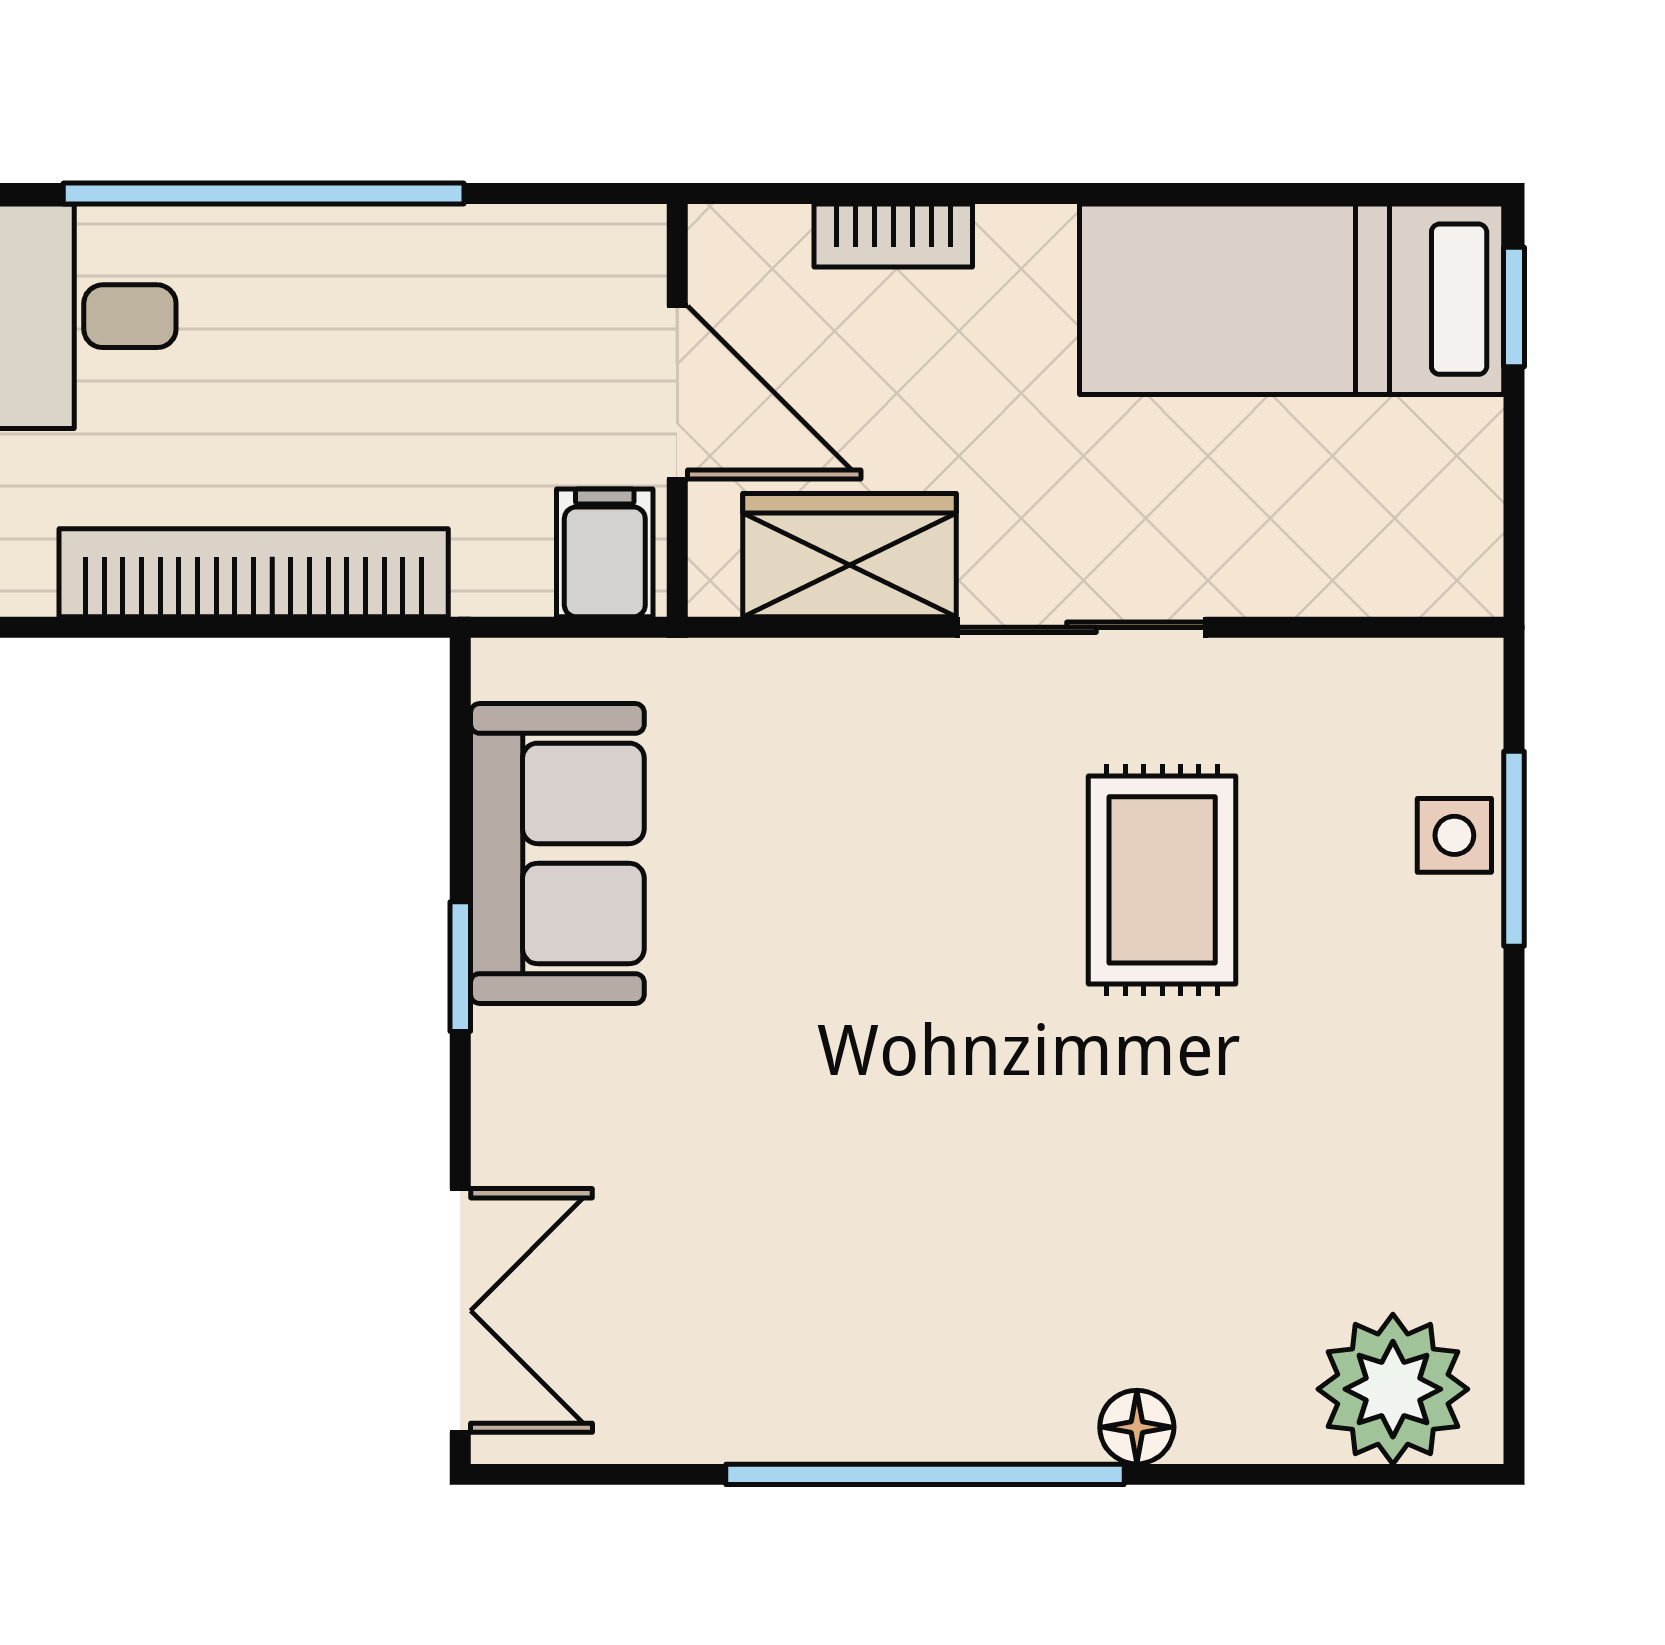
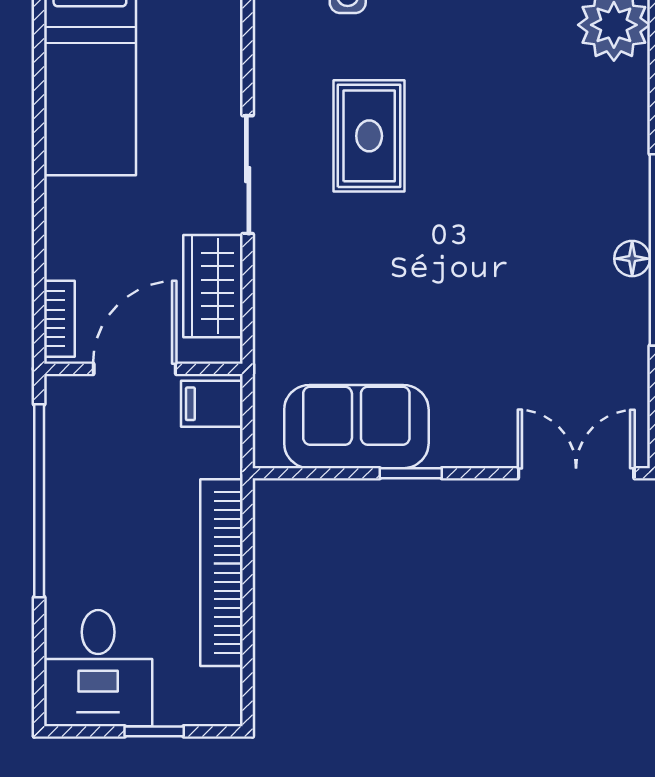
window: (264, 193) -> (39, 501), moved
bookcase: (893, 235) -> (59, 319), moved
rug: (1162, 880) -> (369, 136), turned 90
floor lamp: (1137, 1427) -> (632, 259), moved

